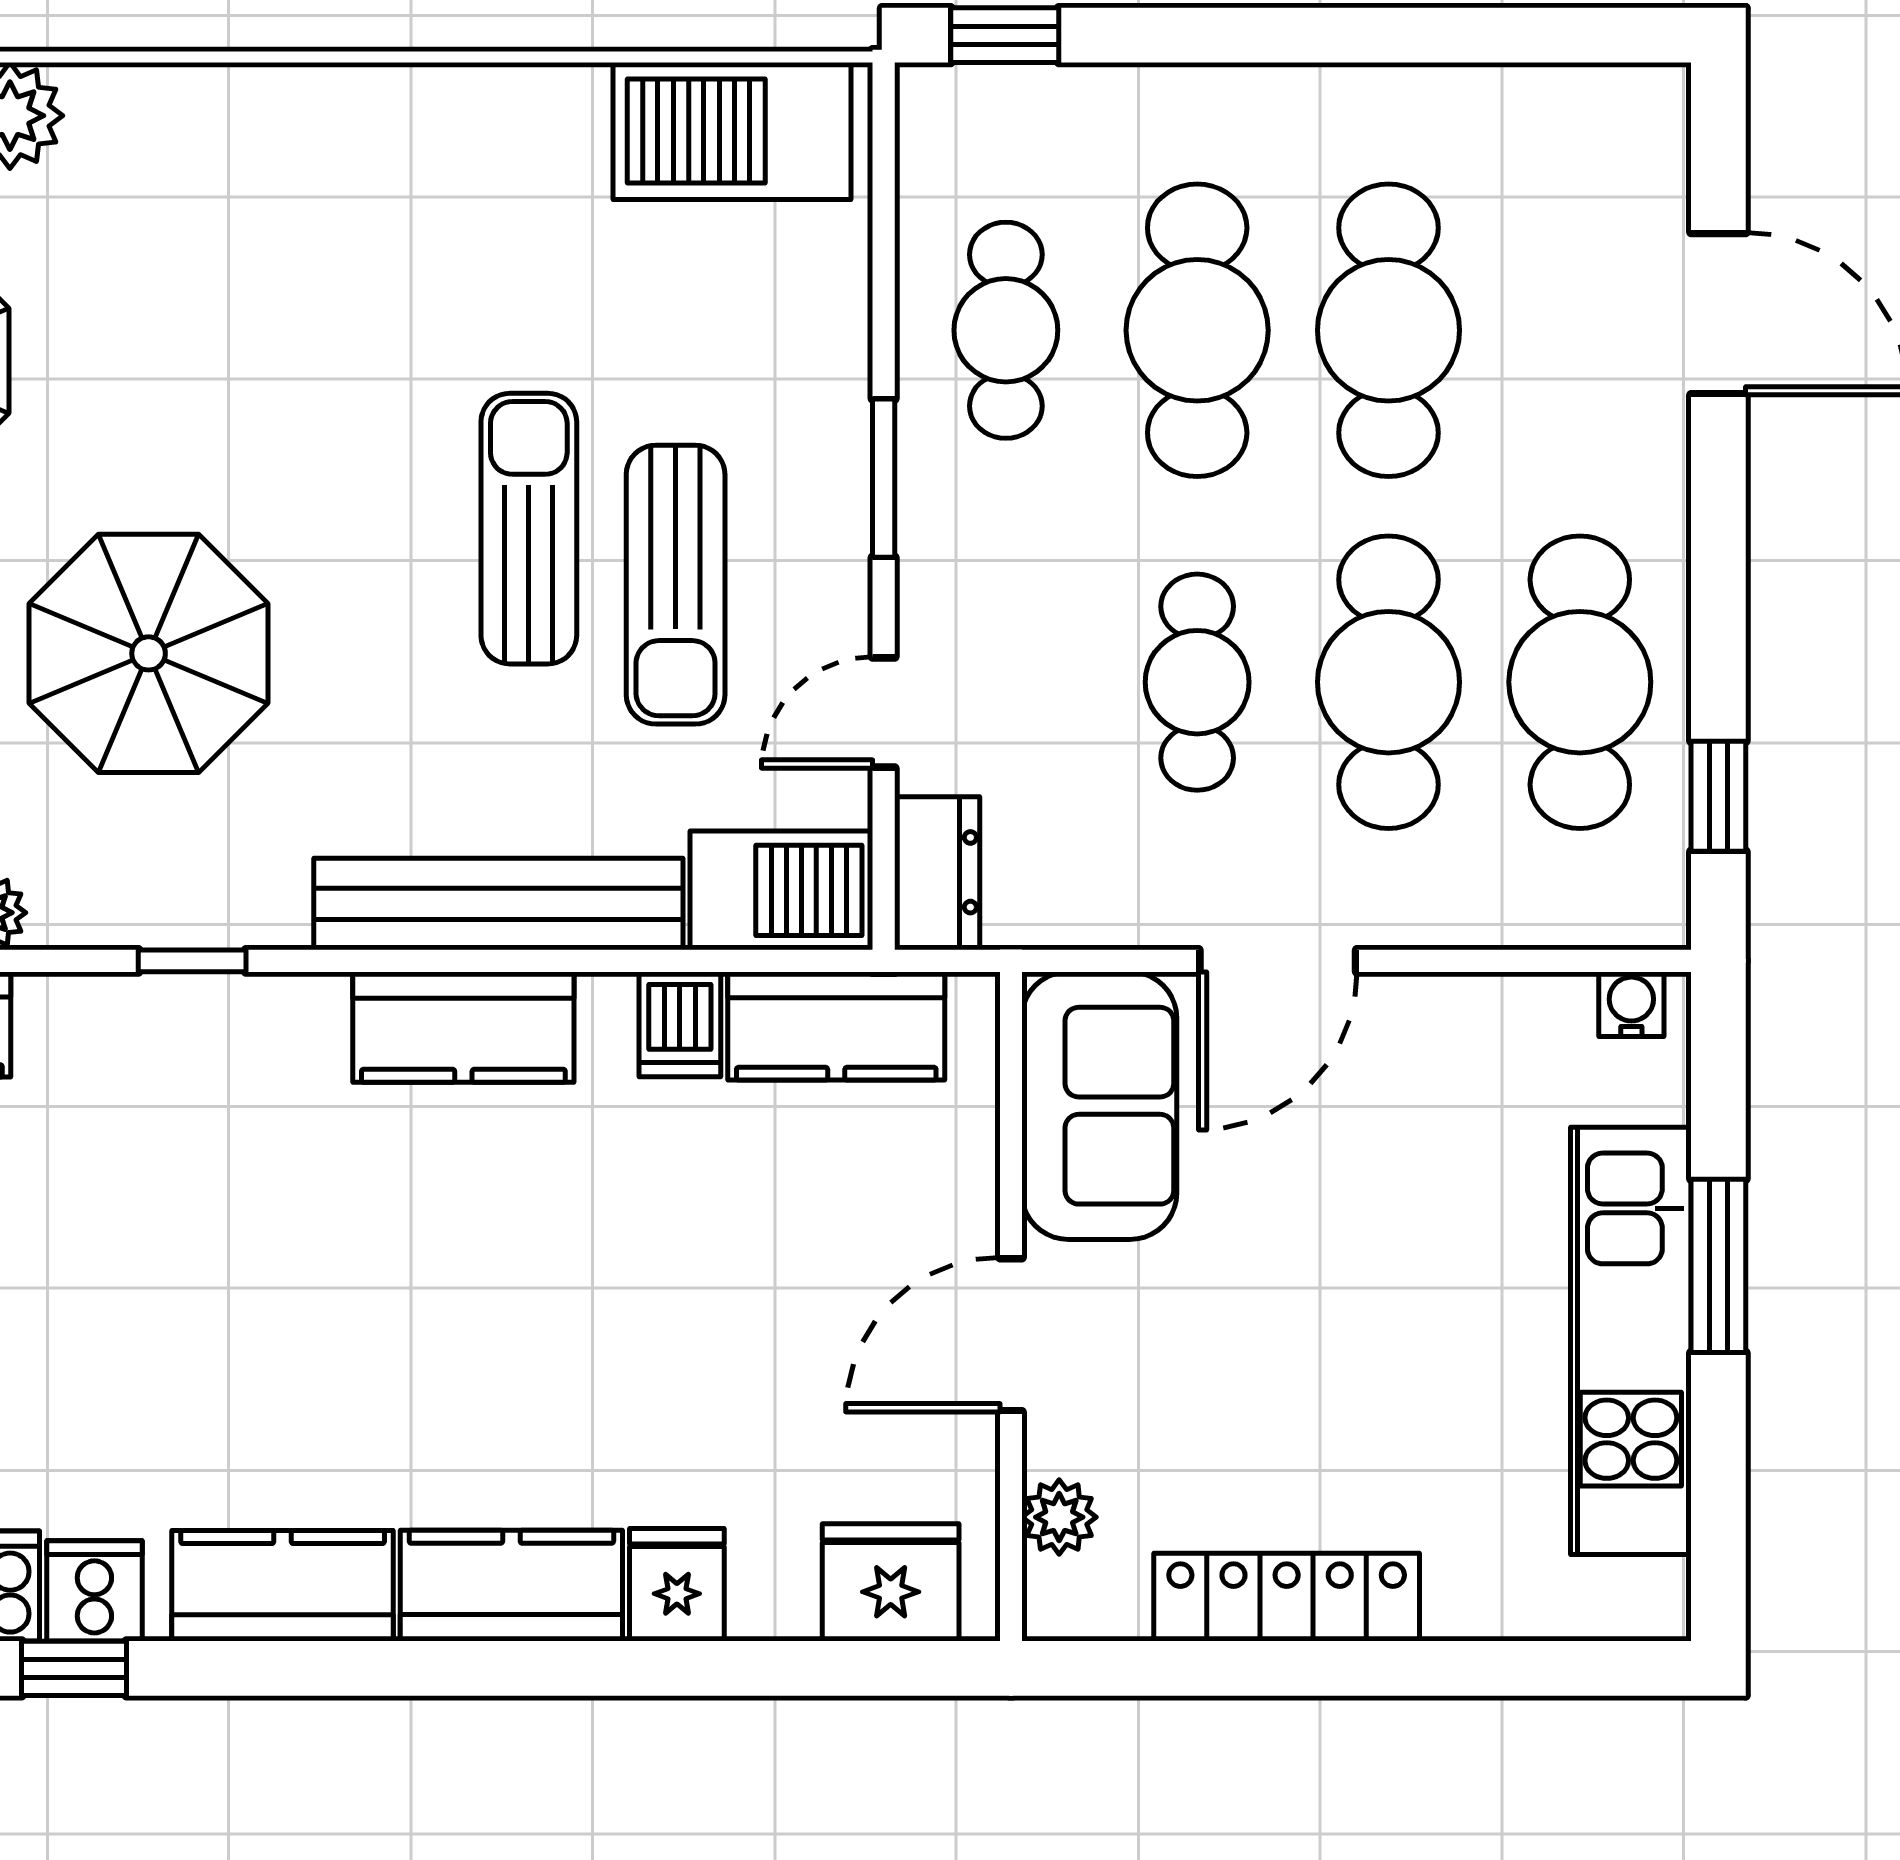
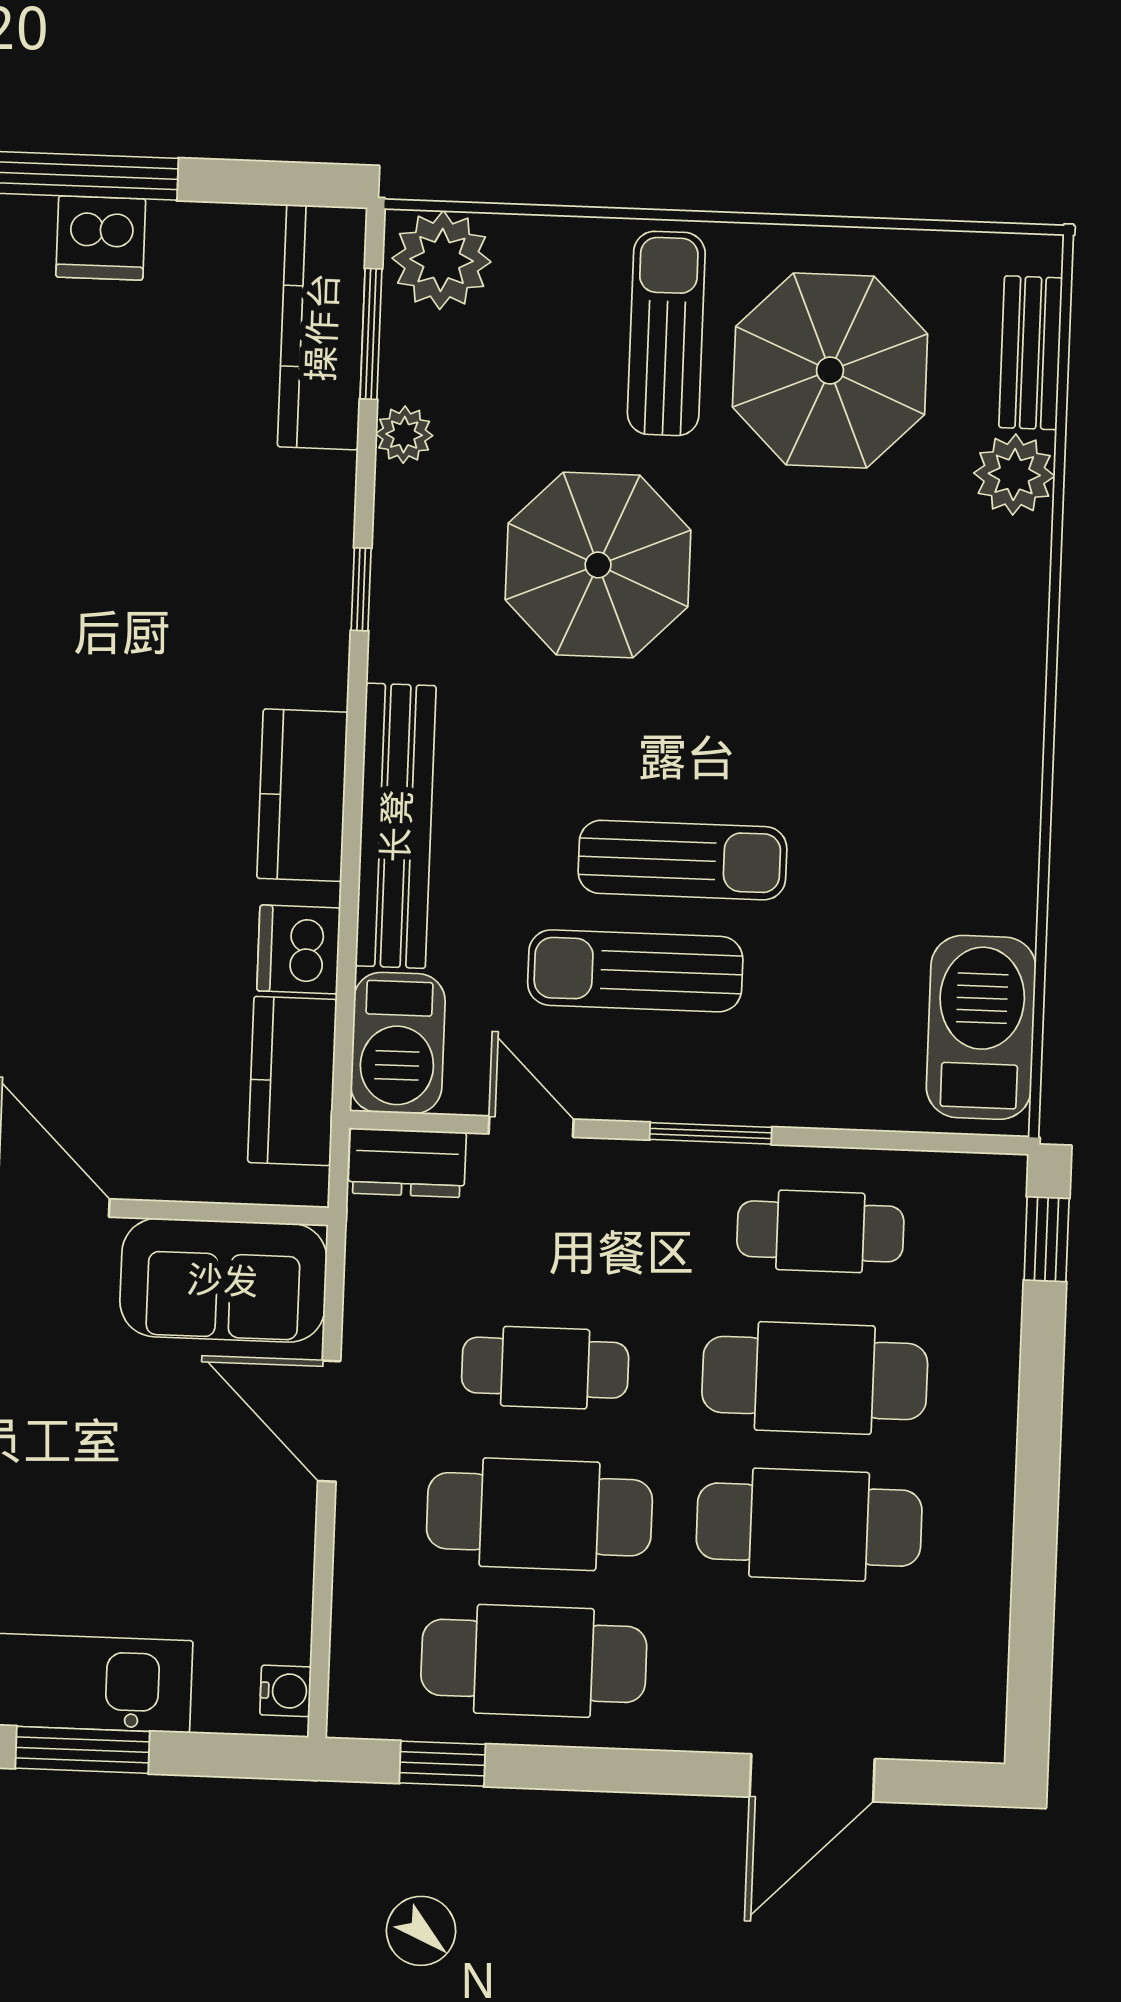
dishwasher: (680, 1024) -> (299, 949), width x1.38

